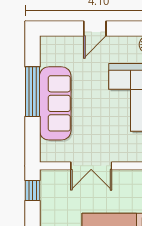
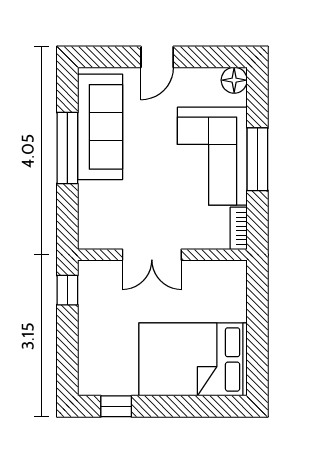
sofa: (55, 103) -> (100, 127), moved

